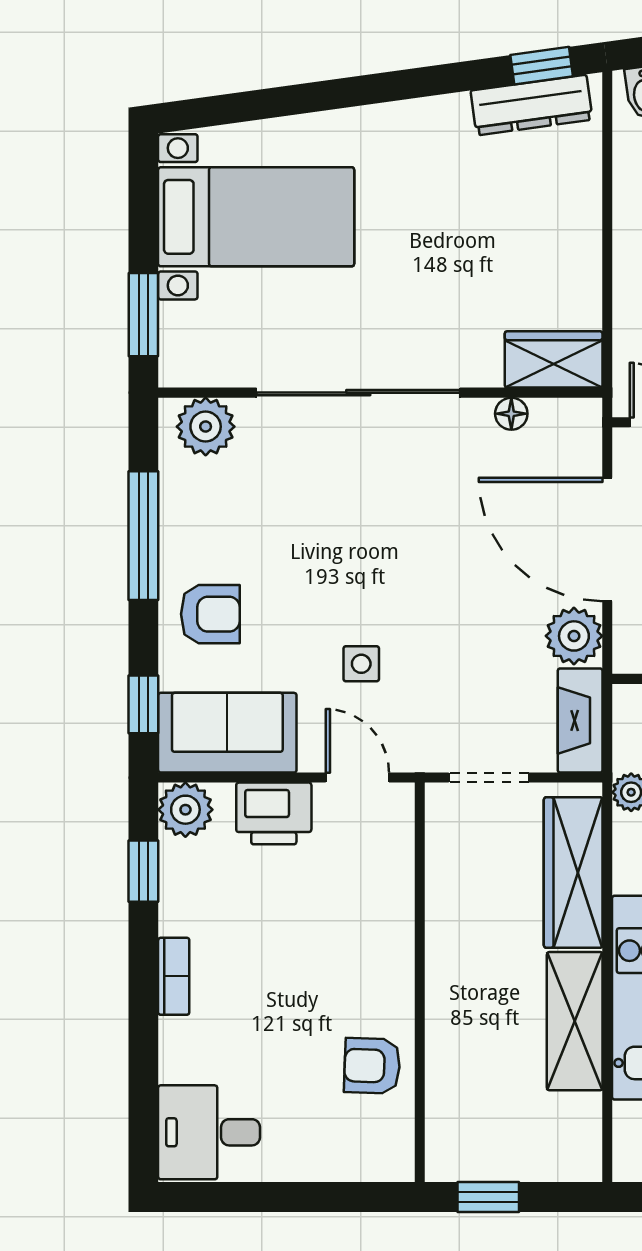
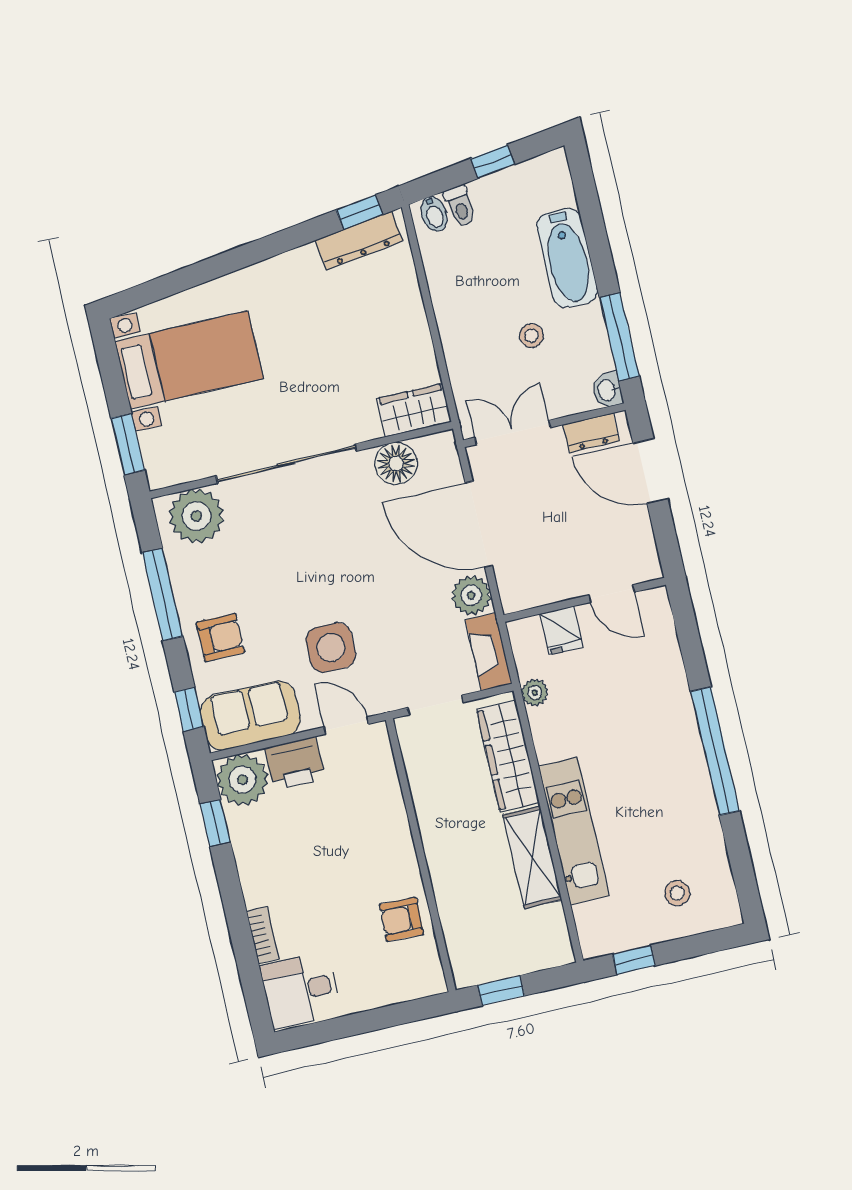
floor lamp: (511, 414) -> (396, 463), width x1.89, depth x1.89
plant: (206, 427) -> (196, 516), width x1.36, depth x1.36
side table: (361, 664) -> (331, 648), width x1.87, depth x1.87
plant: (185, 810) -> (242, 780), width x1.36, depth x1.36
bookcase: (174, 976) -> (263, 935), moved

